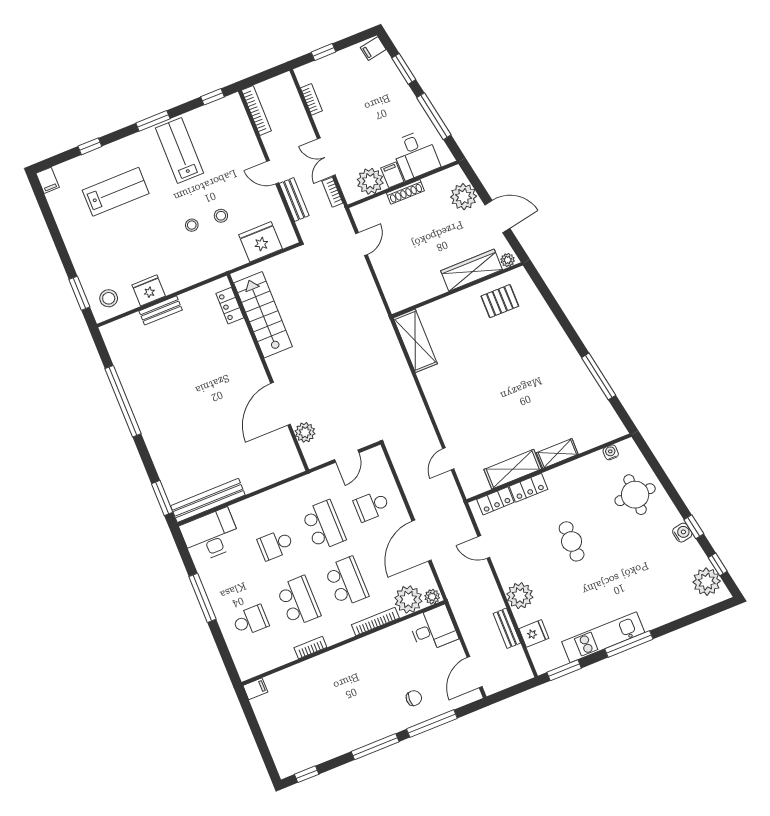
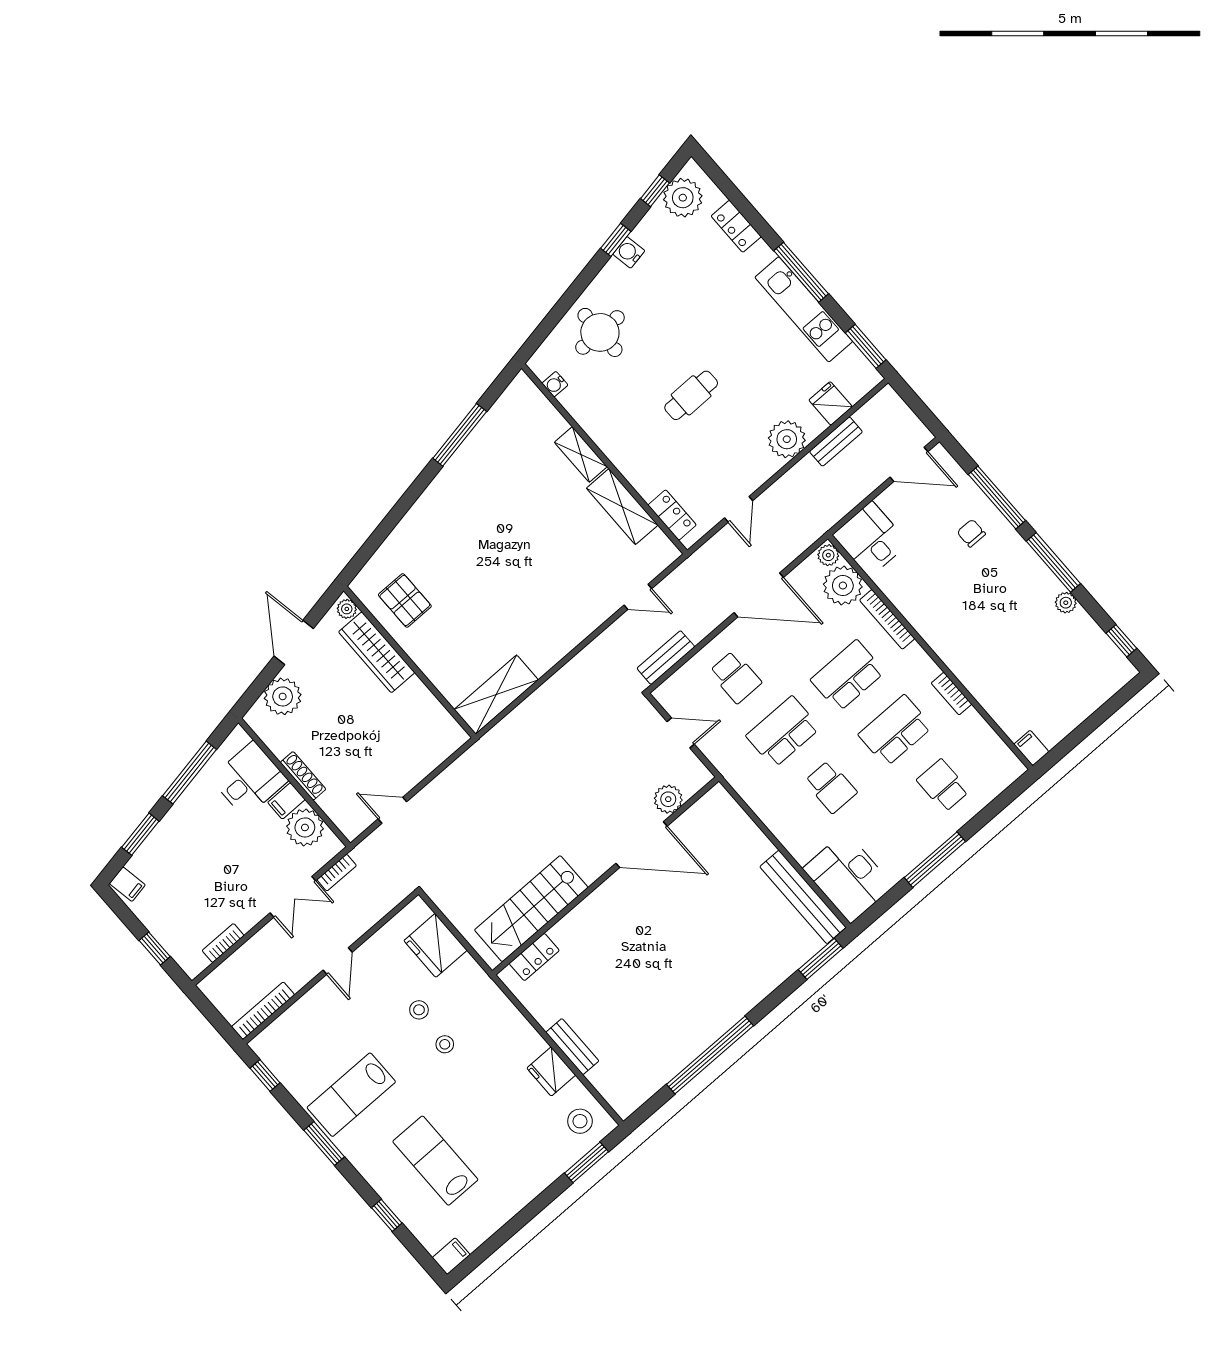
bench: (294, 199) -> (666, 658), moved
locker: (529, 488) -> (736, 226), moved, turned 180
plant: (345, 746) -> (1066, 603), added

